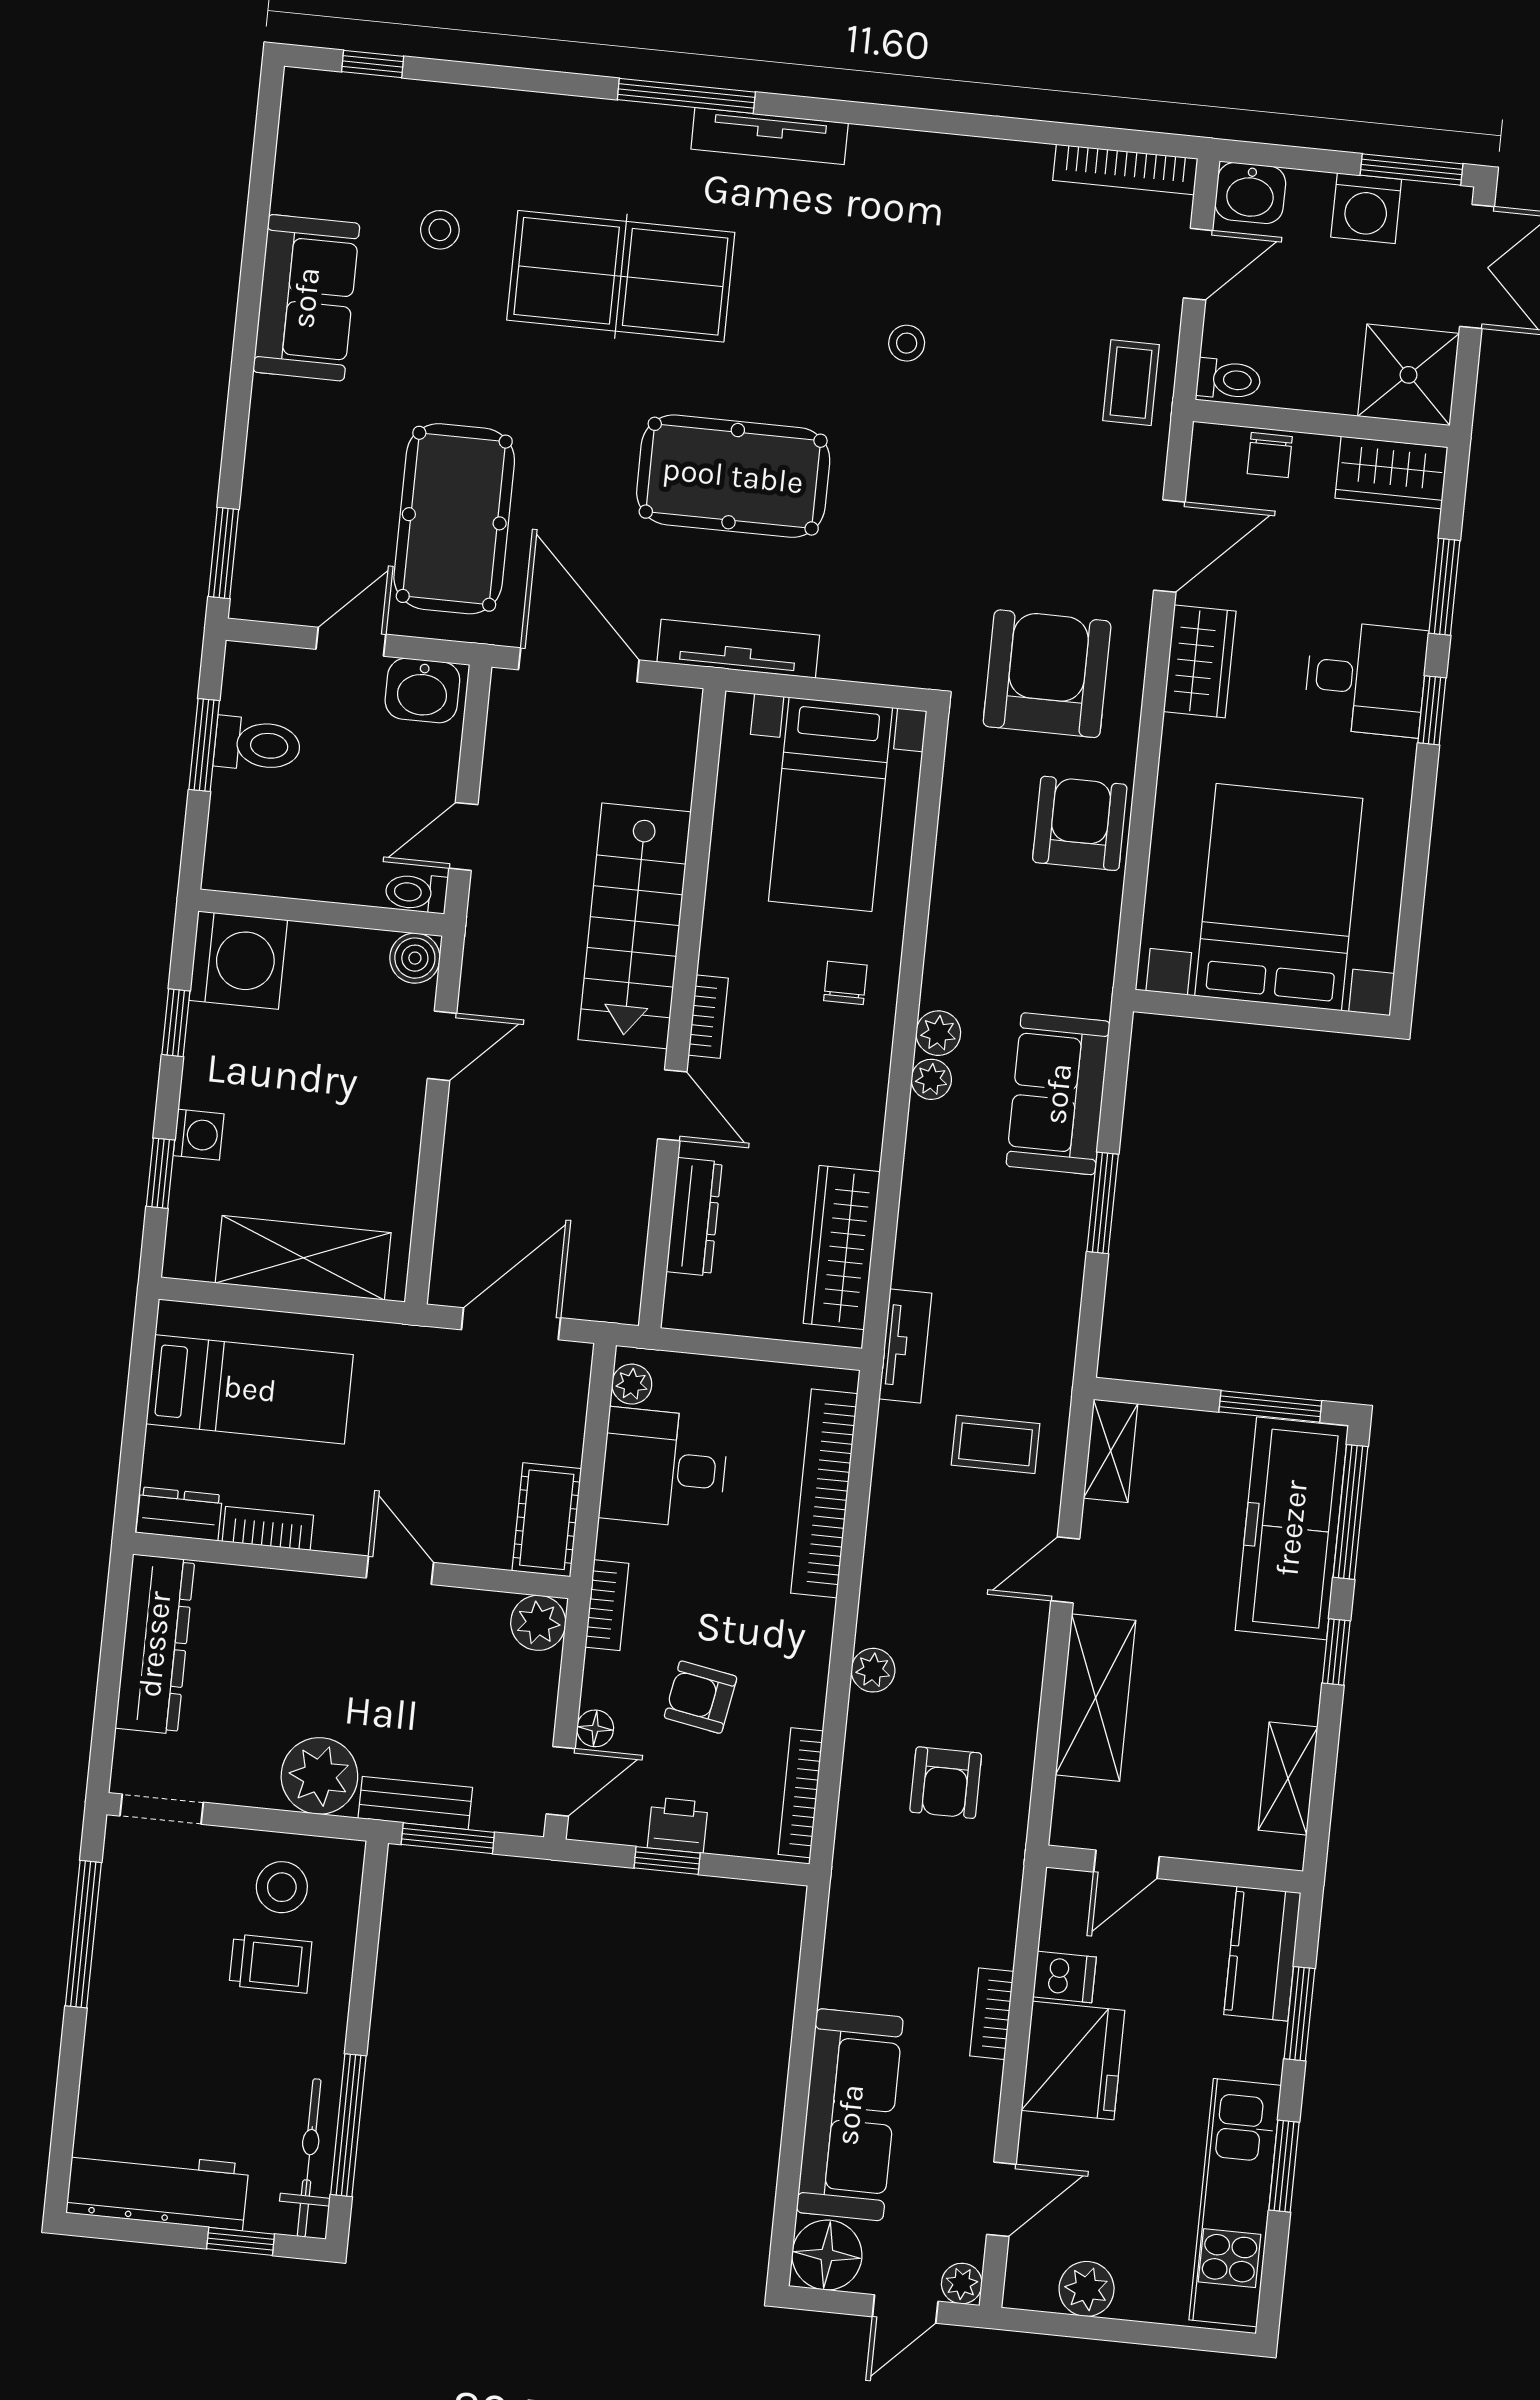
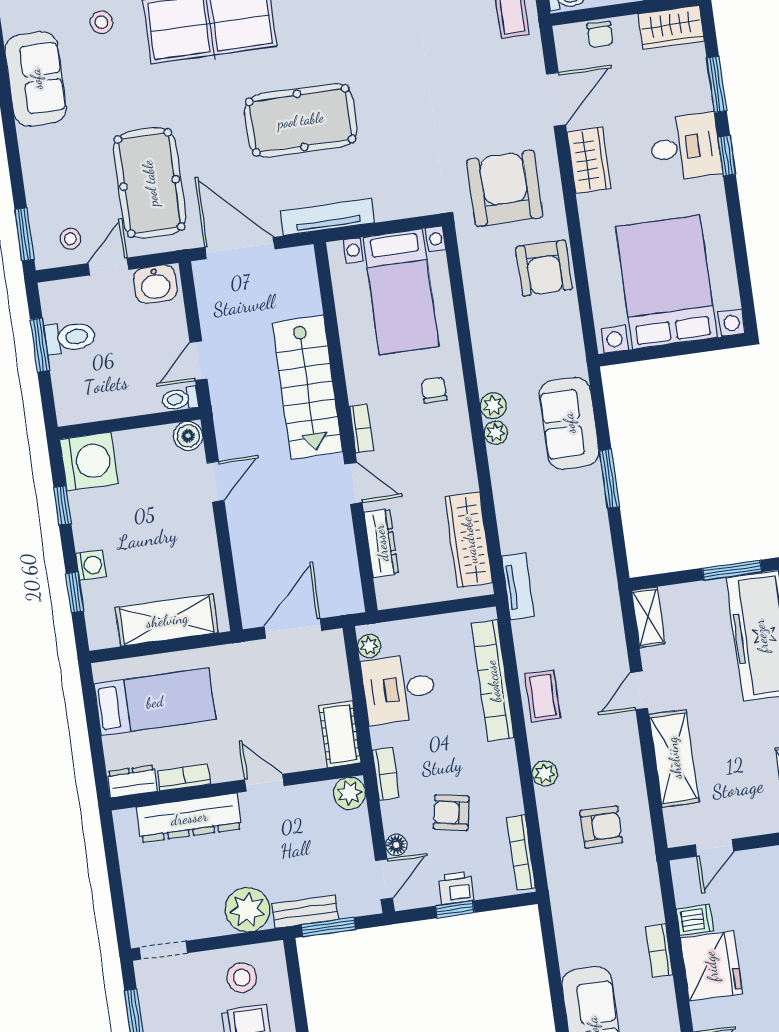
stool: (907, 343) -> (70, 239), moved
armchair: (1080, 823) -> (544, 268), turned 180
coffee table: (996, 1444) -> (543, 696), moved, turned 90
dresser: (155, 1644) -> (189, 818), moved, turned 90
armchair: (946, 1783) -> (601, 827), turned -90

